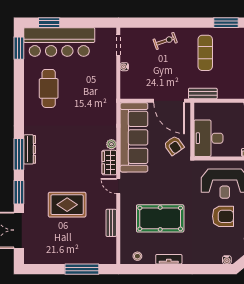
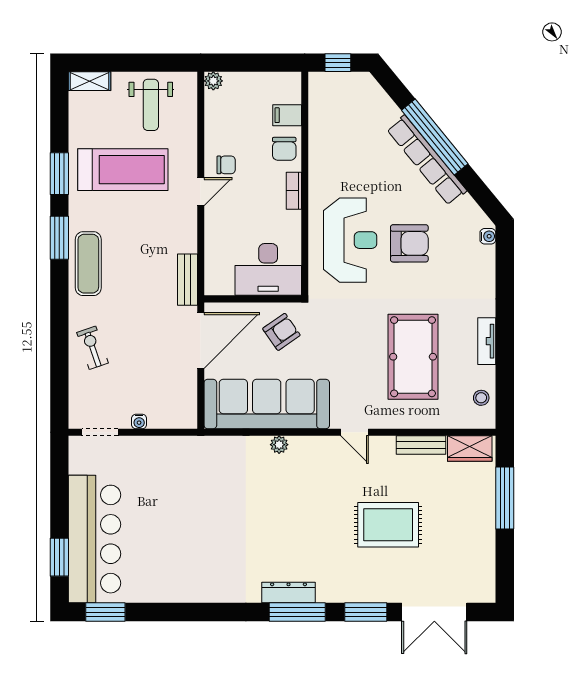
exercise mat: (205, 53) -> (88, 264), moved, turned 90
cafe table: (49, 88) -> (178, 558), removed
wardrobe: (109, 163) -> (470, 449), moved
door: (118, 186) -> (354, 432), hinge flipped
rug: (67, 205) -> (388, 525), turned 90
armchair: (223, 216) -> (409, 243), turned 90

